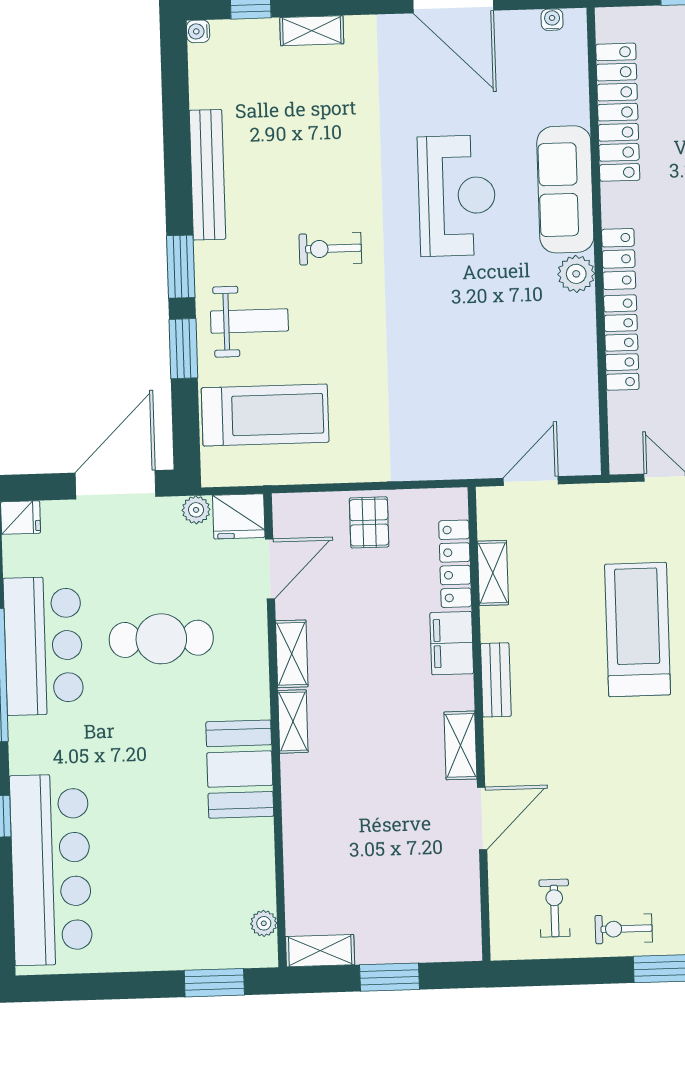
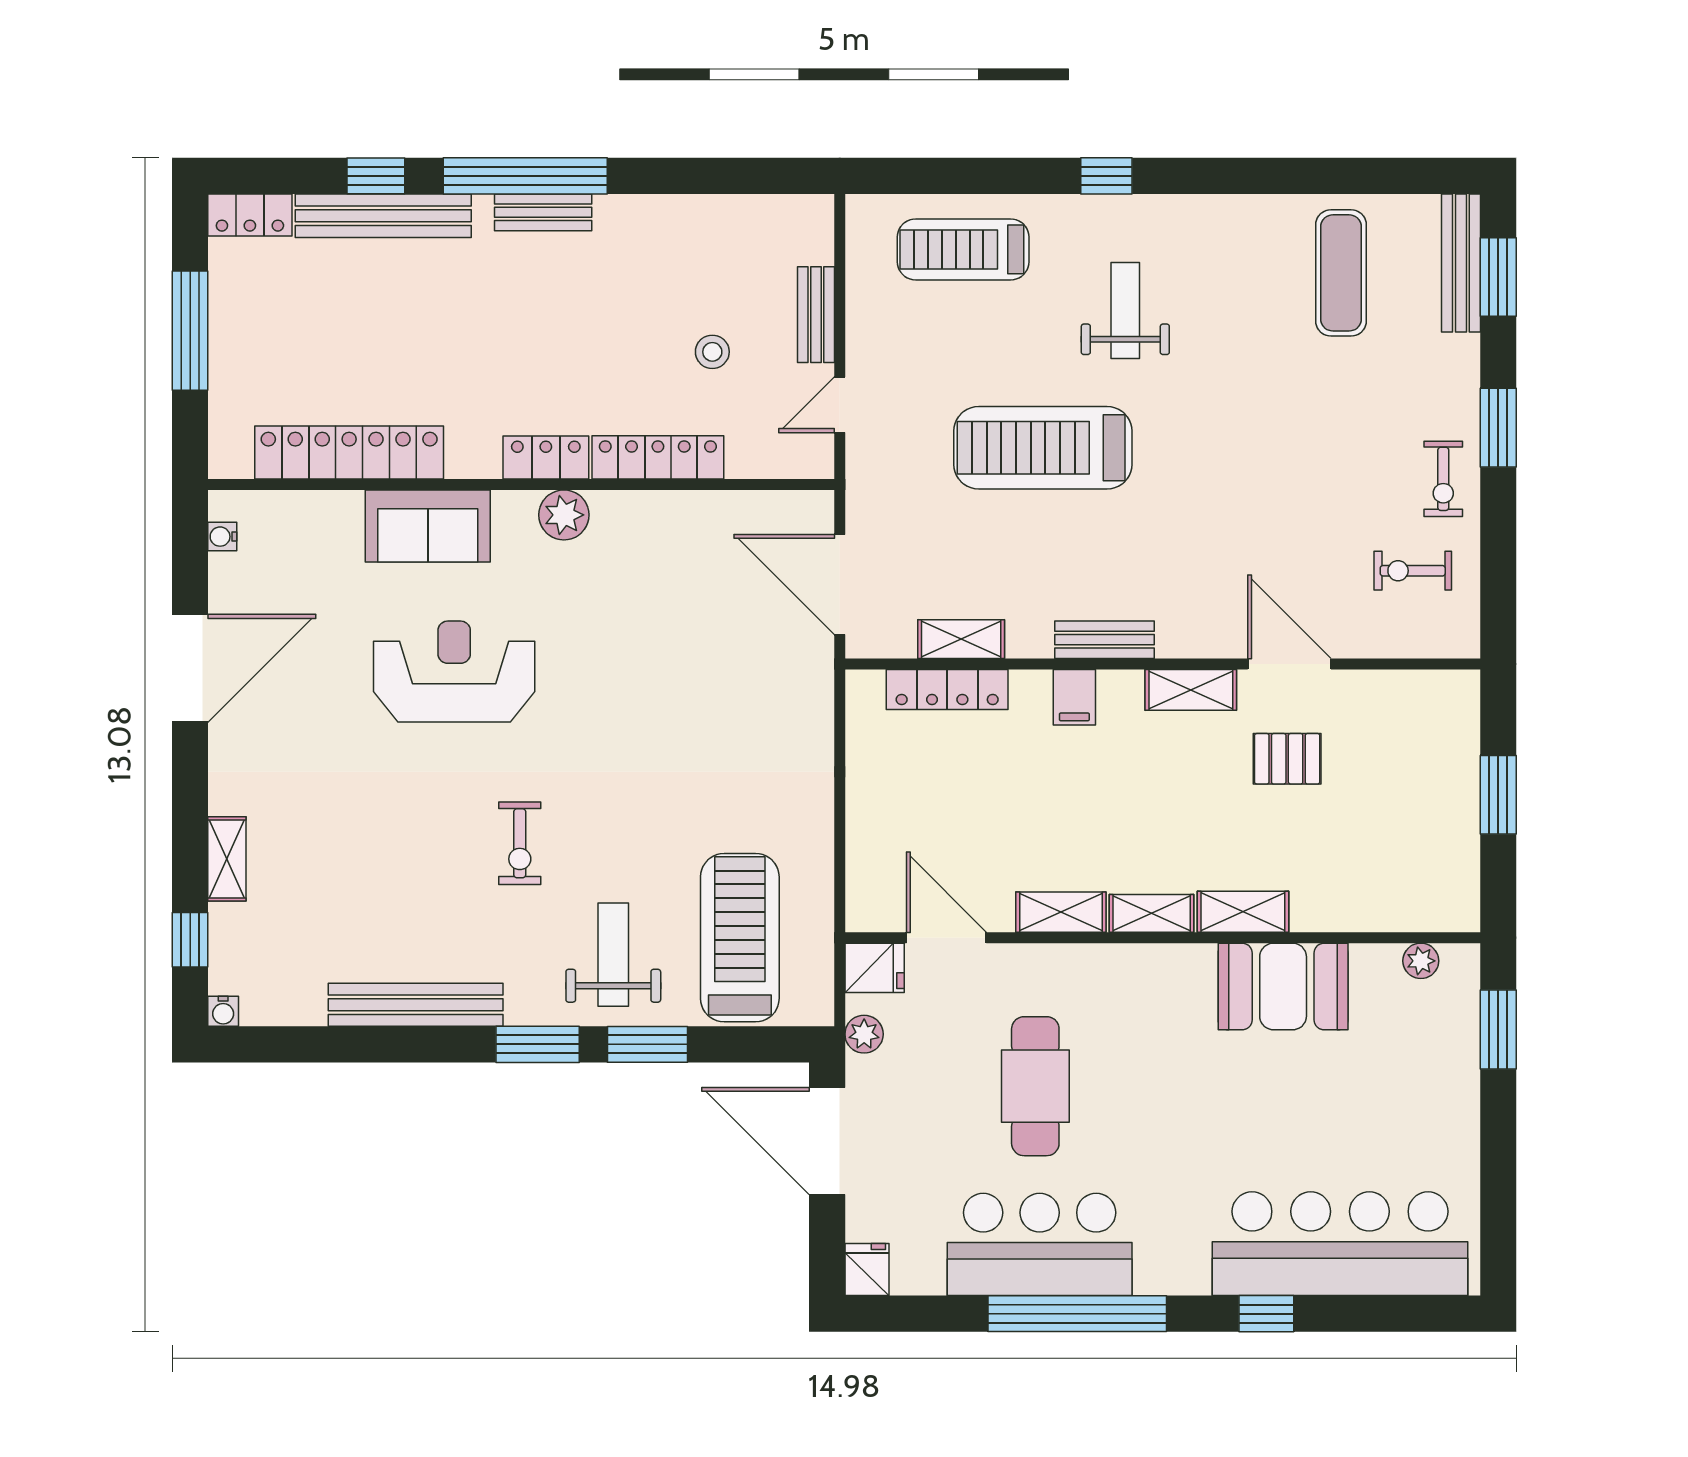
sofa: (565, 189) -> (428, 526), width x0.73
door: (531, 481) -> (840, 585), width x1.36
fridge: (239, 516) -> (875, 968), width x0.72
pallet: (369, 522) -> (1287, 759), moved
filing cabinet: (452, 643) -> (1074, 697), width x0.50
booth: (240, 769) -> (1283, 986), moved
shelving: (320, 951) -> (1243, 912), moved, turned 90

